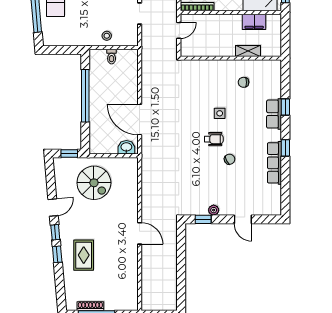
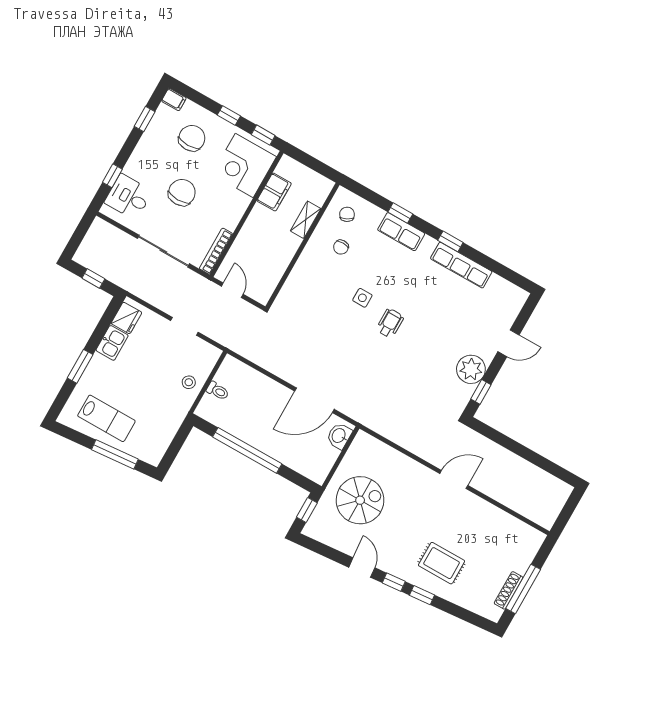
chair: (229, 159) -> (347, 214), moved
plant: (214, 210) -> (471, 369), width x1.88, depth x1.88

